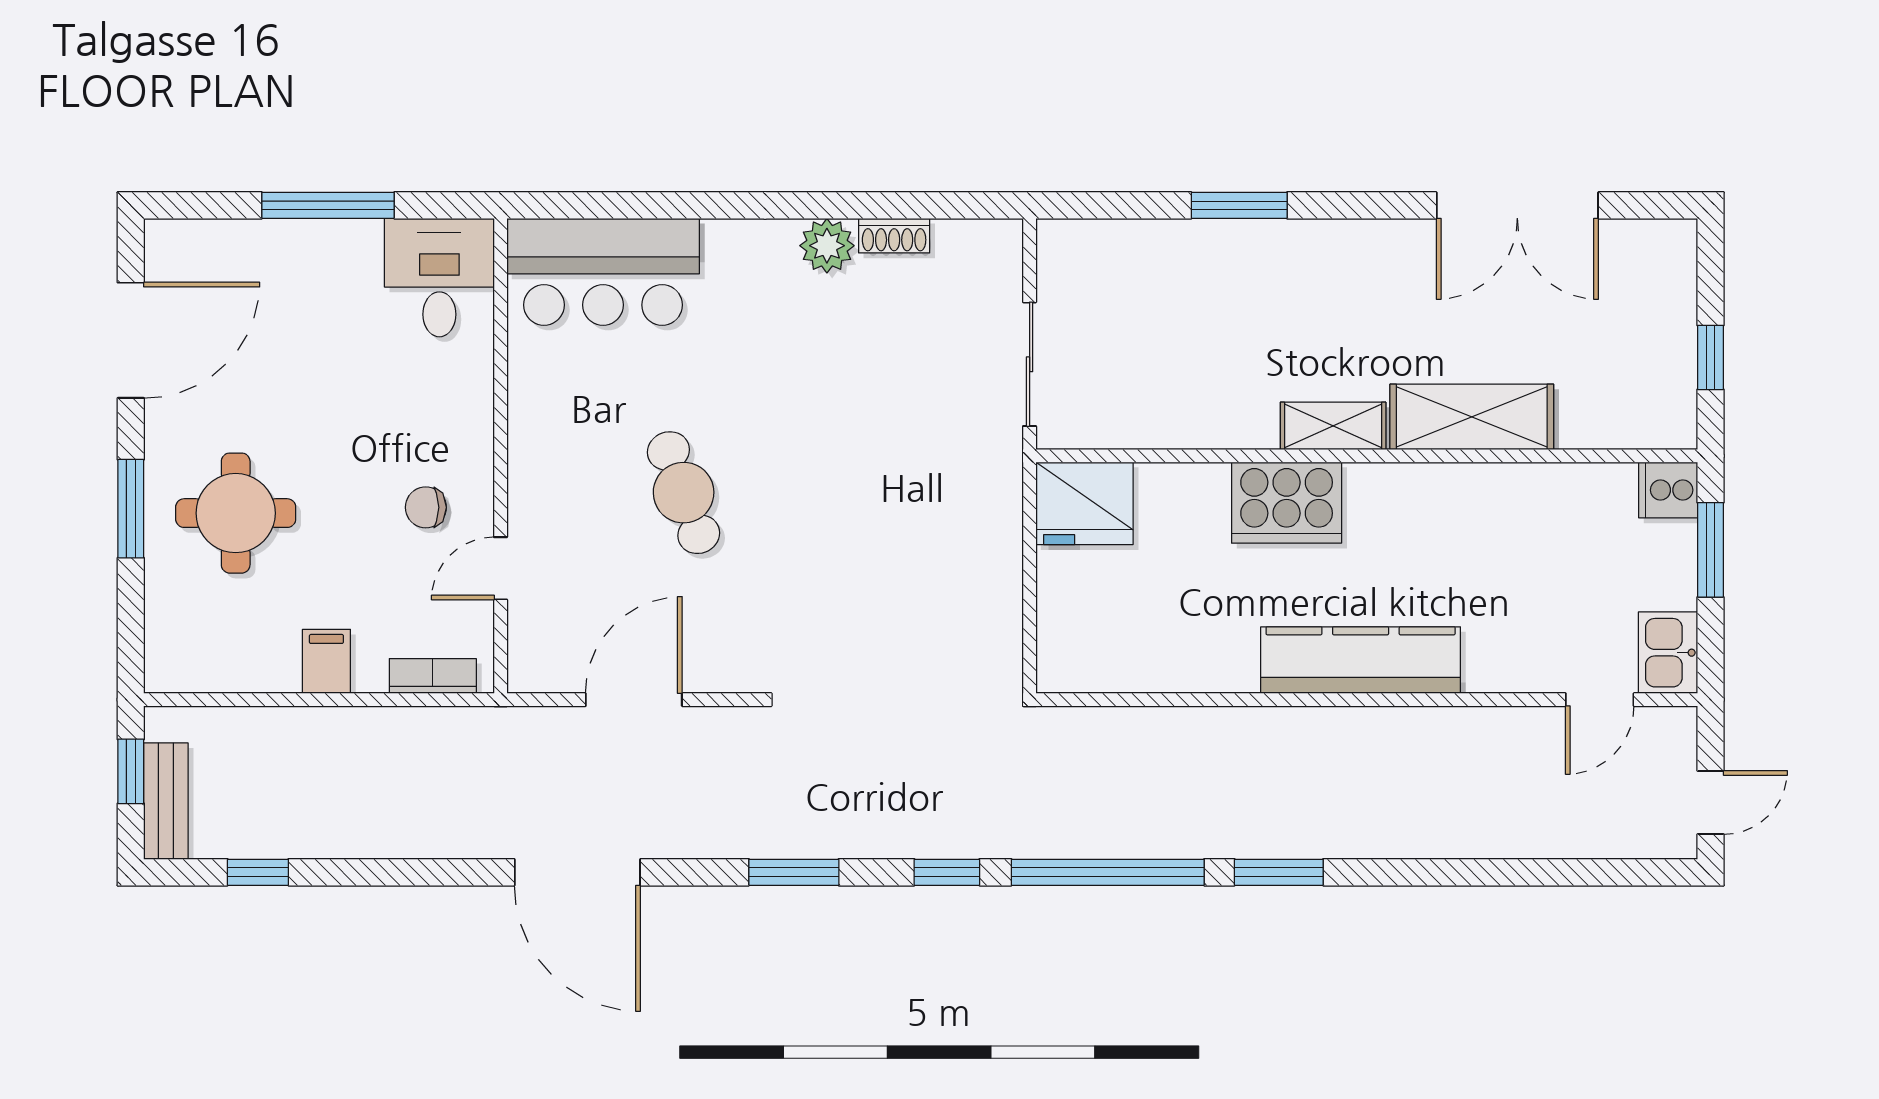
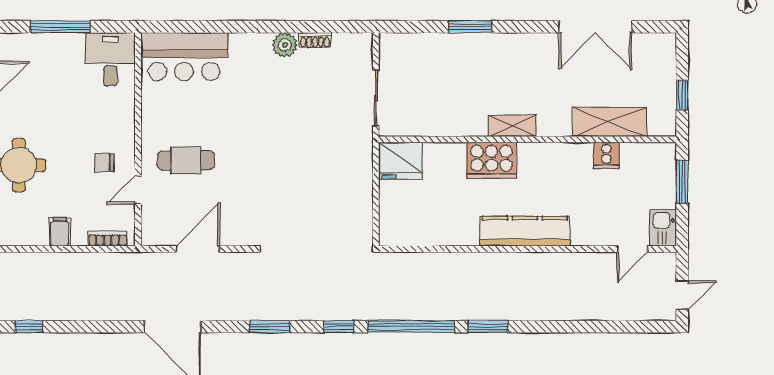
shelving: (1472, 417) -> (610, 122), moved
cooker: (1668, 490) -> (606, 155), moved, turned -90
cafe table: (684, 493) -> (186, 160), moved, turned -70

